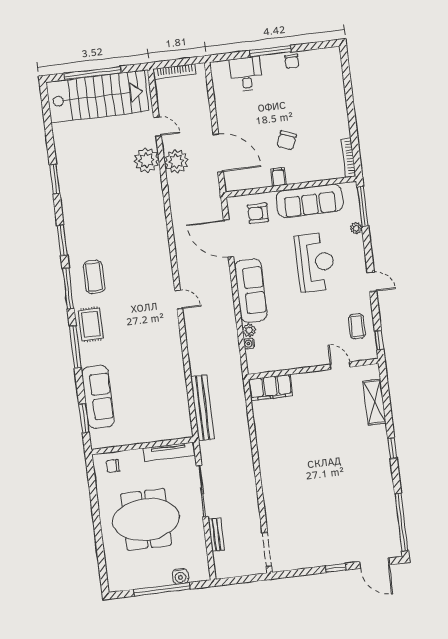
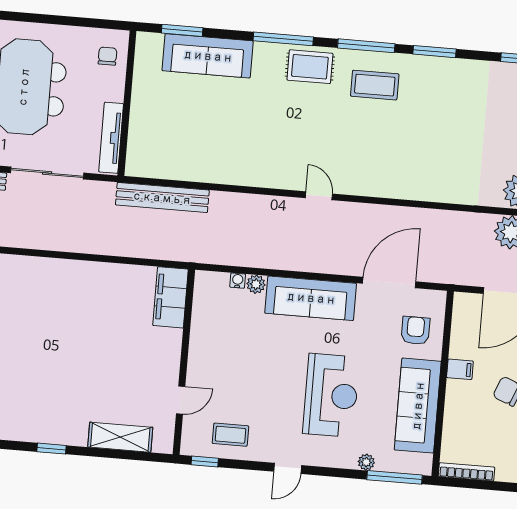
reception desk: (315, 262) -> (331, 395), turned -90
door: (179, 300) -> (319, 196), swing flipped

